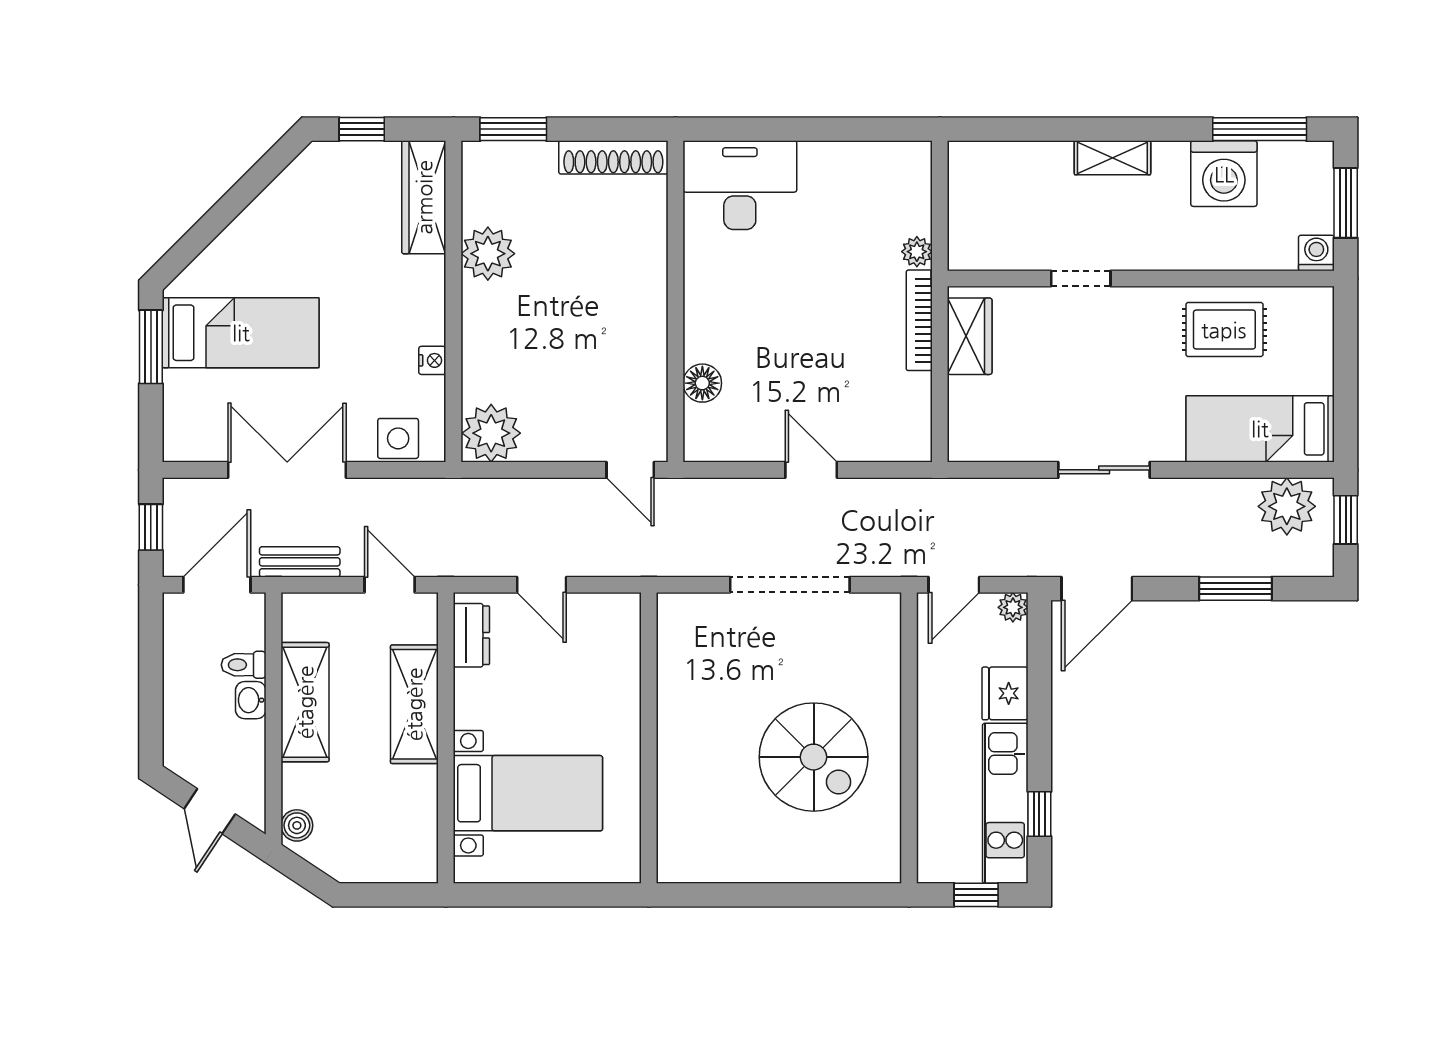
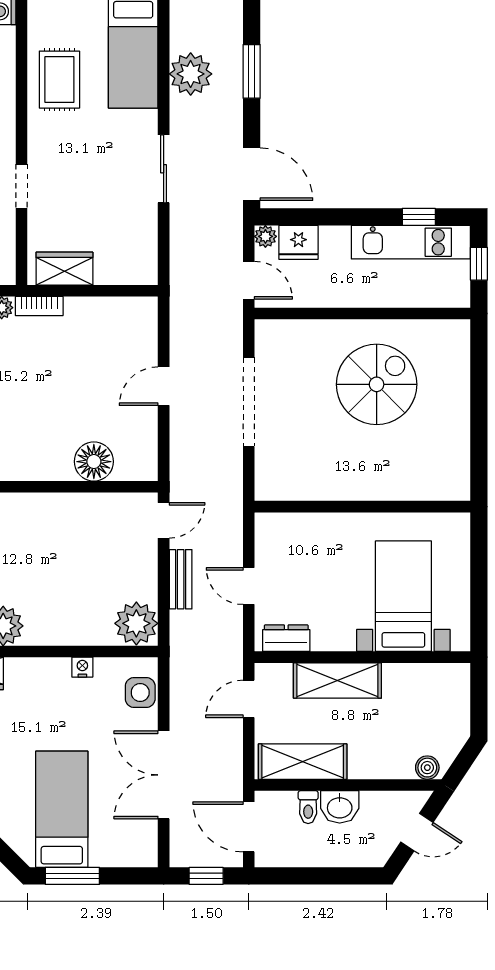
bookcase: (919, 320) -> (39, 306), width x0.64
floor lamp: (702, 383) -> (94, 462), width x1.38, depth x1.38
plant: (1287, 506) -> (191, 74), moved
bench: (300, 562) -> (181, 579), moved
door: (542, 585) -> (249, 586), swing flipped
fridge: (1005, 693) -> (298, 242), moved
washbasin: (251, 700) -> (340, 807), width x1.38, depth x1.45
shelving: (305, 702) -> (303, 762), moved

